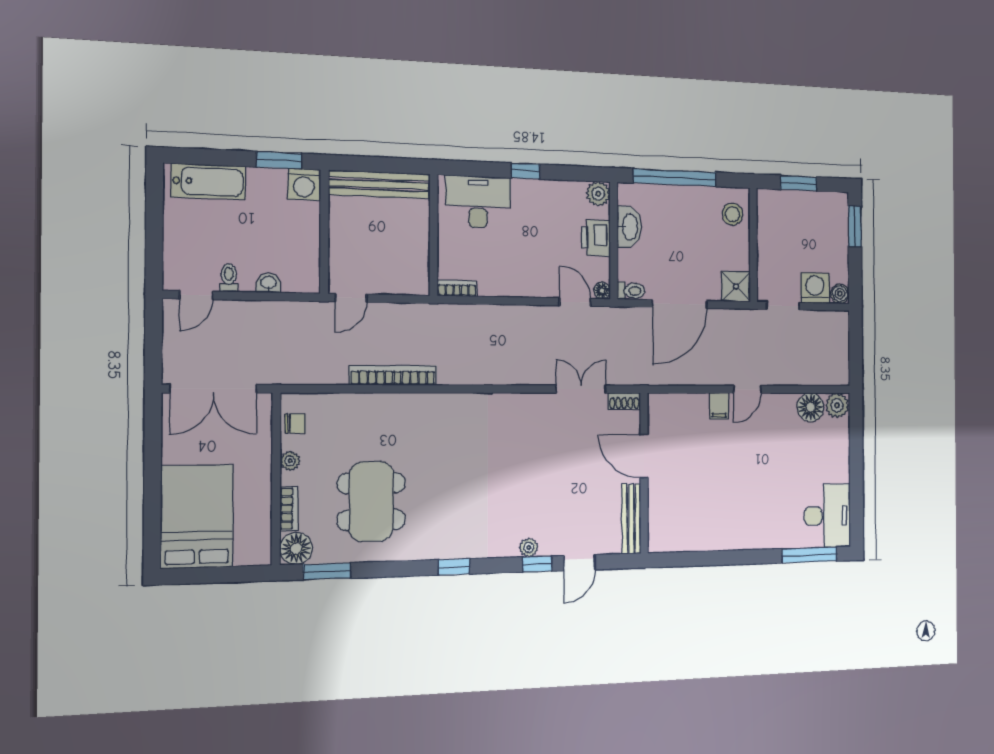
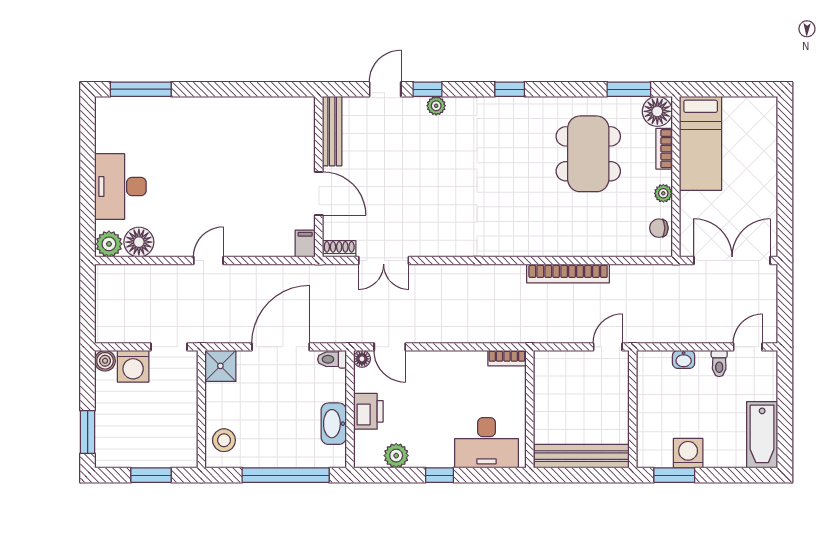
bathtub: (208, 182) -> (762, 435), moved, turned -90
washing machine: (304, 184) -> (688, 453), moved
plant: (598, 194) -> (396, 456), moved
filing cabinet: (719, 406) -> (305, 244), moved
bed: (197, 516) -> (701, 143), moved, width x0.67
desk: (827, 516) -> (120, 187), moved

